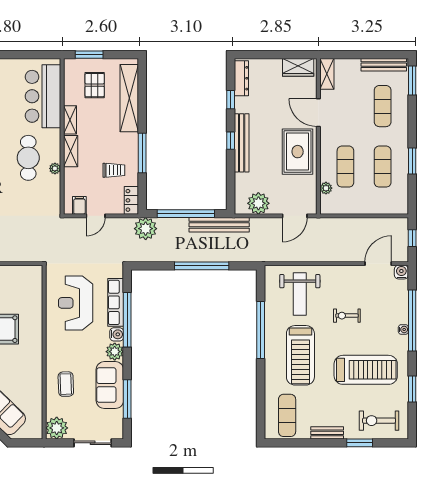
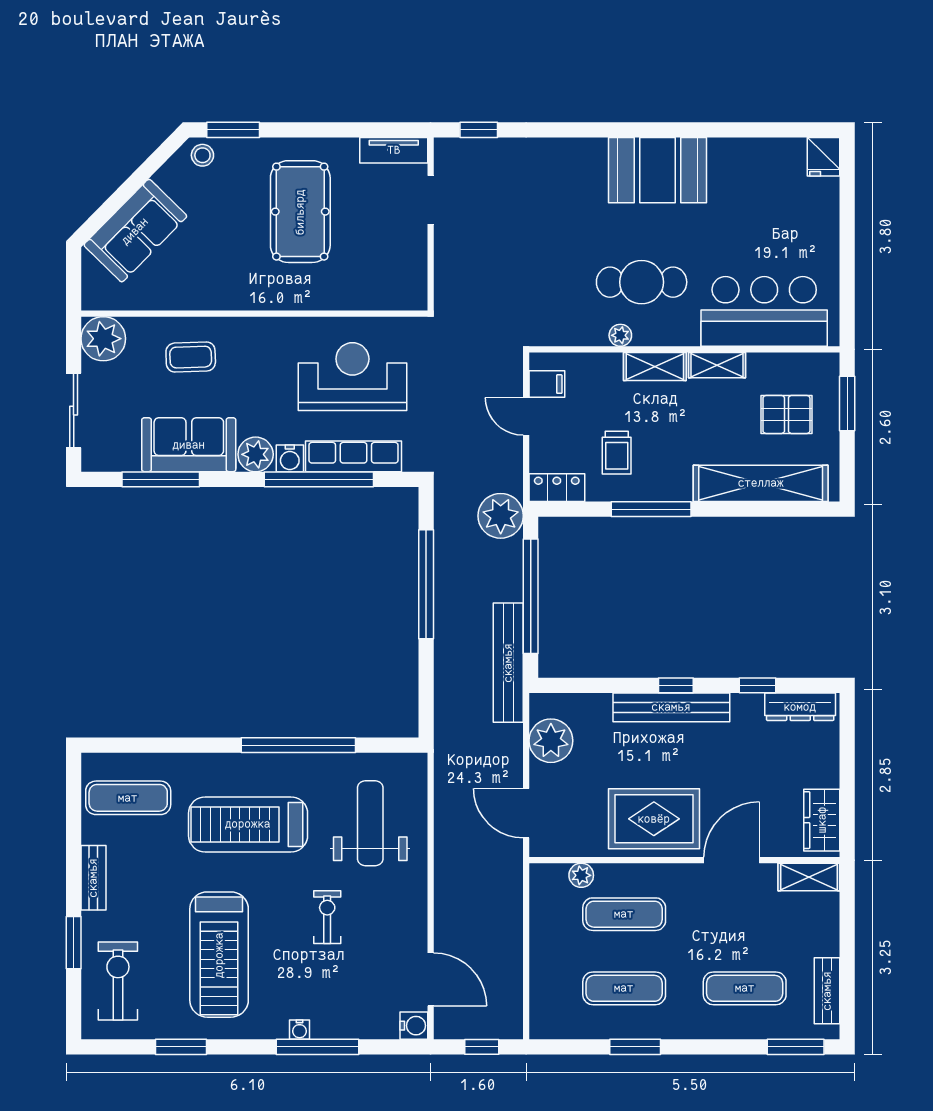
bench: (384, 65) -> (827, 991), width x0.73
window: (202, 266) -> (426, 584), moved
weight bench: (300, 294) -> (370, 823), turned 90
window: (412, 320) -> (318, 1047), width x0.68

